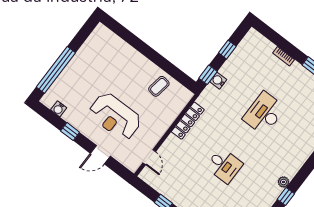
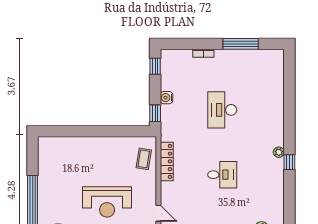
window: (227, 50) -> (155, 66), moved
water cooler: (218, 81) -> (167, 98), moved
coffee table: (159, 86) -> (144, 159), moved

